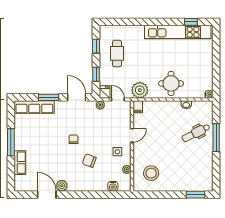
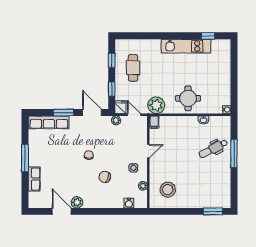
kitchen unit: (178, 32) -> (186, 46), width x0.73

